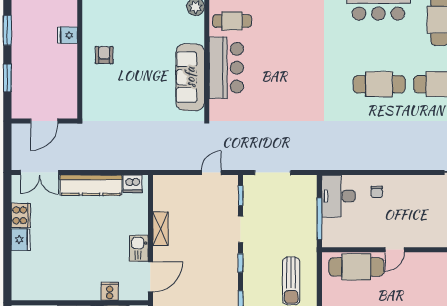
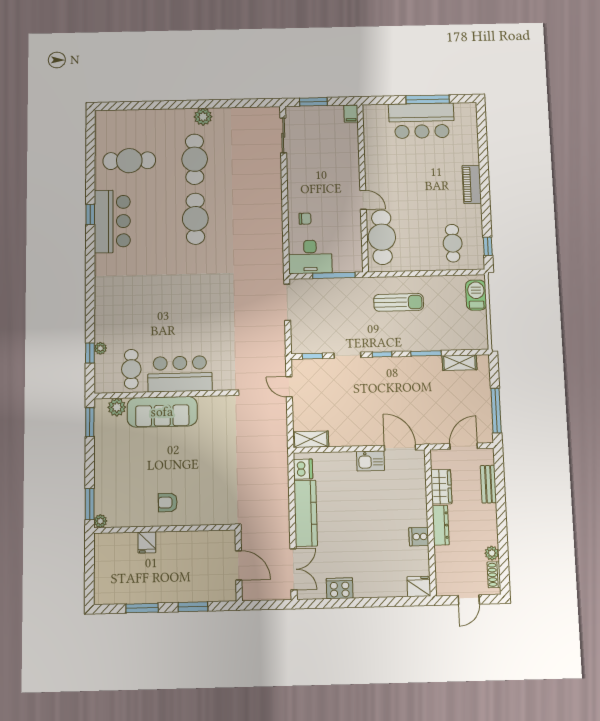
sofa: (190, 77) -> (162, 412), moved
doorway: (273, 173) -> (287, 302), moved
shelving: (161, 229) -> (311, 439), moved
fridge: (21, 240) -> (419, 586), moved
cooker: (110, 291) -> (419, 537), moved

